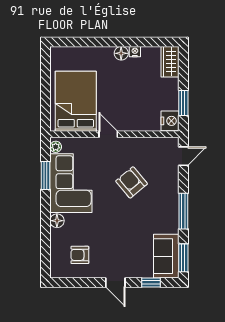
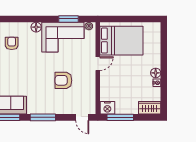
window: (183, 103) -> (120, 117), width x1.44
armchair: (132, 182) -> (63, 80), turned -140

